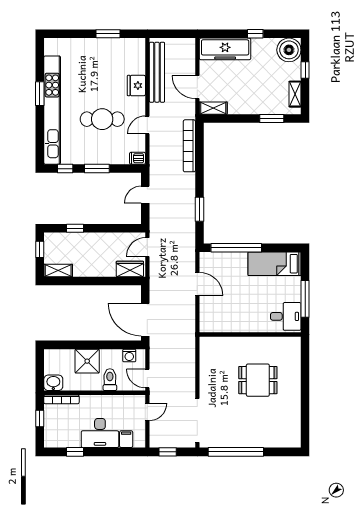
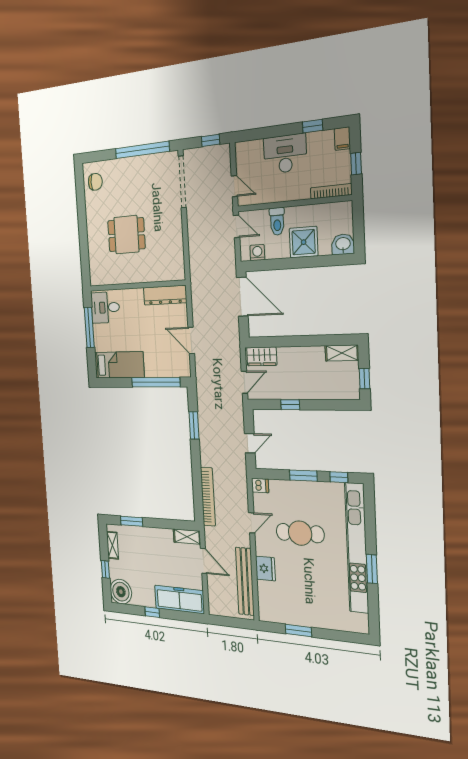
window: (75, 228) -> (290, 405), moved
dresser: (221, 325) -> (165, 295), added
washbasin: (53, 383) -> (343, 244), moved, turned 180
door: (147, 412) -> (234, 186), swing flipped
chair: (288, 430) -> (95, 182), added
filing cabinet: (126, 439) -> (342, 139), moved

